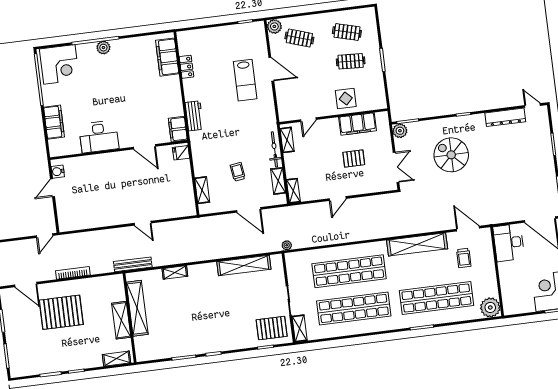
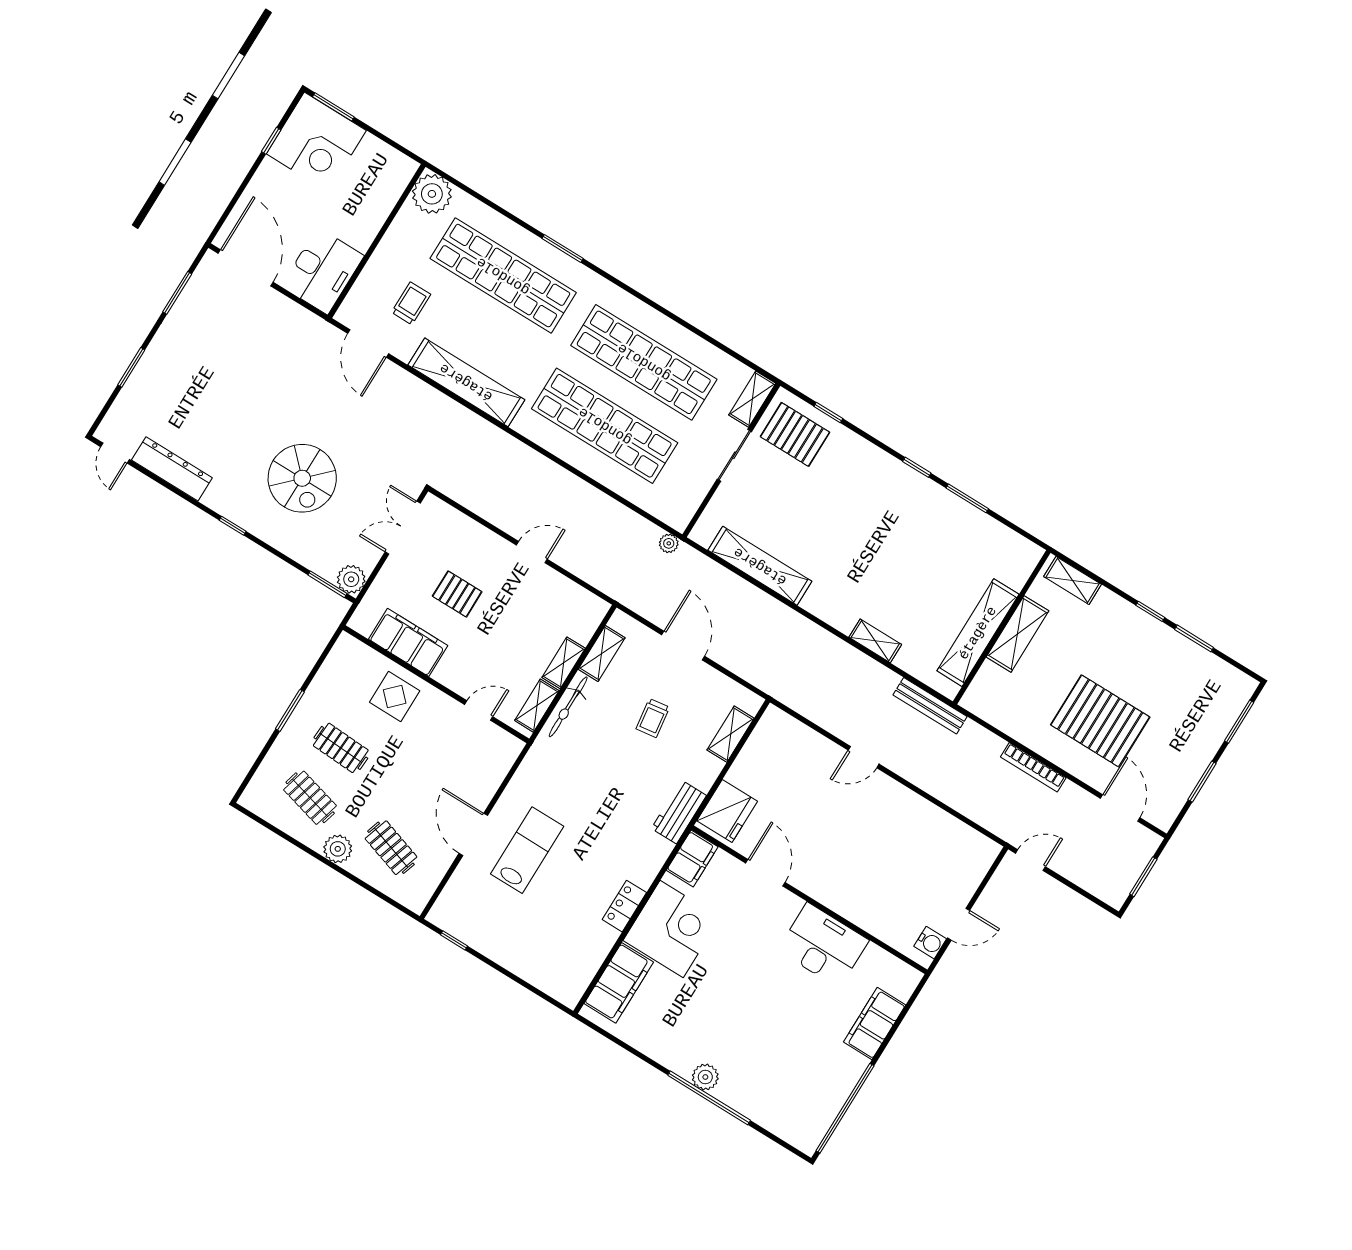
plant: (274, 26) -> (338, 849), moved
corner desk: (59, 64) -> (672, 929), moved, turned 90
locker: (187, 67) -> (624, 906), moved
workbench: (194, 116) -> (679, 812), moved
fridge: (181, 153) -> (727, 811), width x1.88, depth x1.34
shelving: (293, 191) -> (564, 663), moved
door: (143, 223) -> (864, 757), swing flipped

